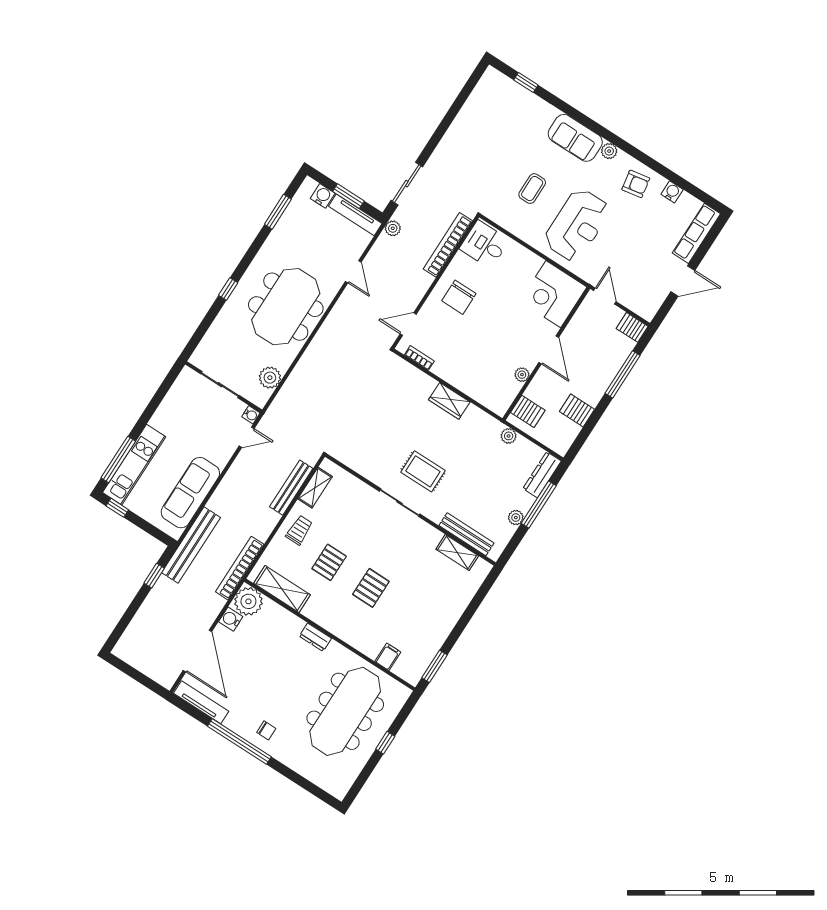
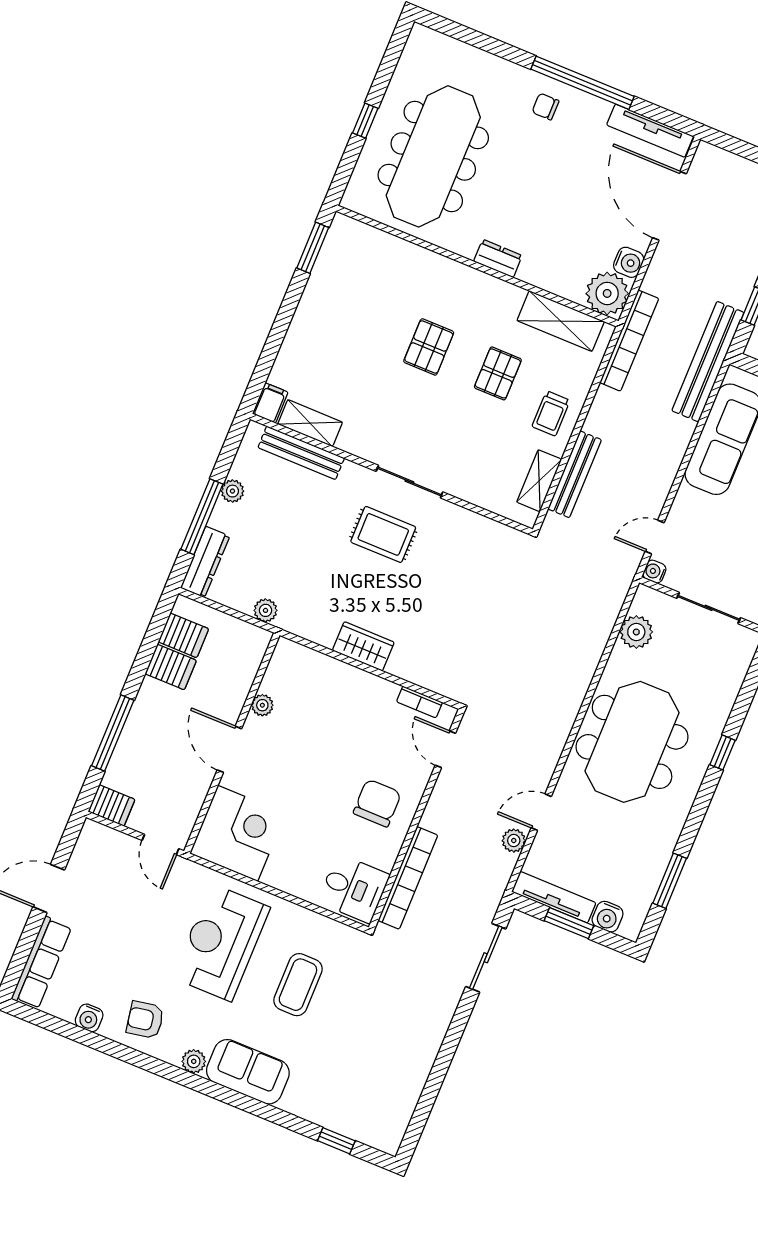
coffee table: (532, 189) -> (298, 985), width x1.36, depth x1.30
plant: (393, 228) -> (514, 841), moved
door: (353, 272) -> (541, 812), hinge flipped
door: (408, 324) -> (445, 749), swing flipped
server rack: (528, 411) -> (183, 635), moved, turned 180
filing cabinet: (388, 657) -> (270, 403), moved, turned 180

